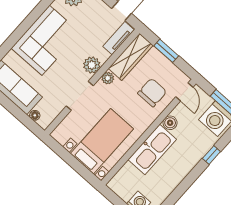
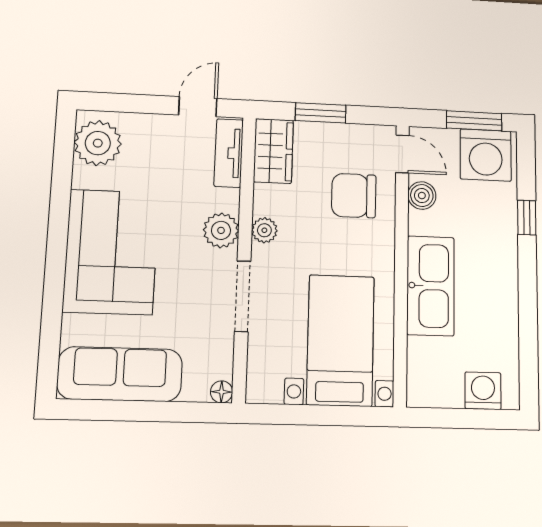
wardrobe: (131, 57) -> (273, 151), width x0.67
chair: (152, 93) -> (354, 196), turned -90
floor lamp: (35, 115) -> (222, 392), moved
boiler: (170, 123) -> (422, 196), moved

